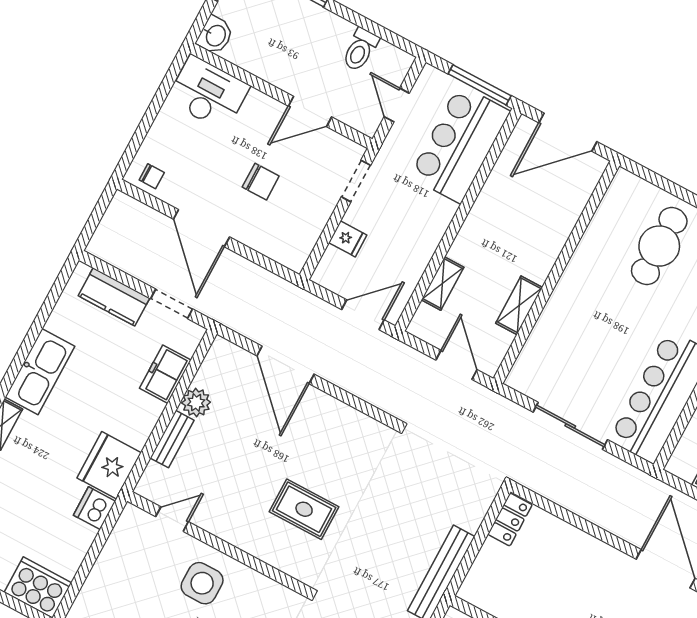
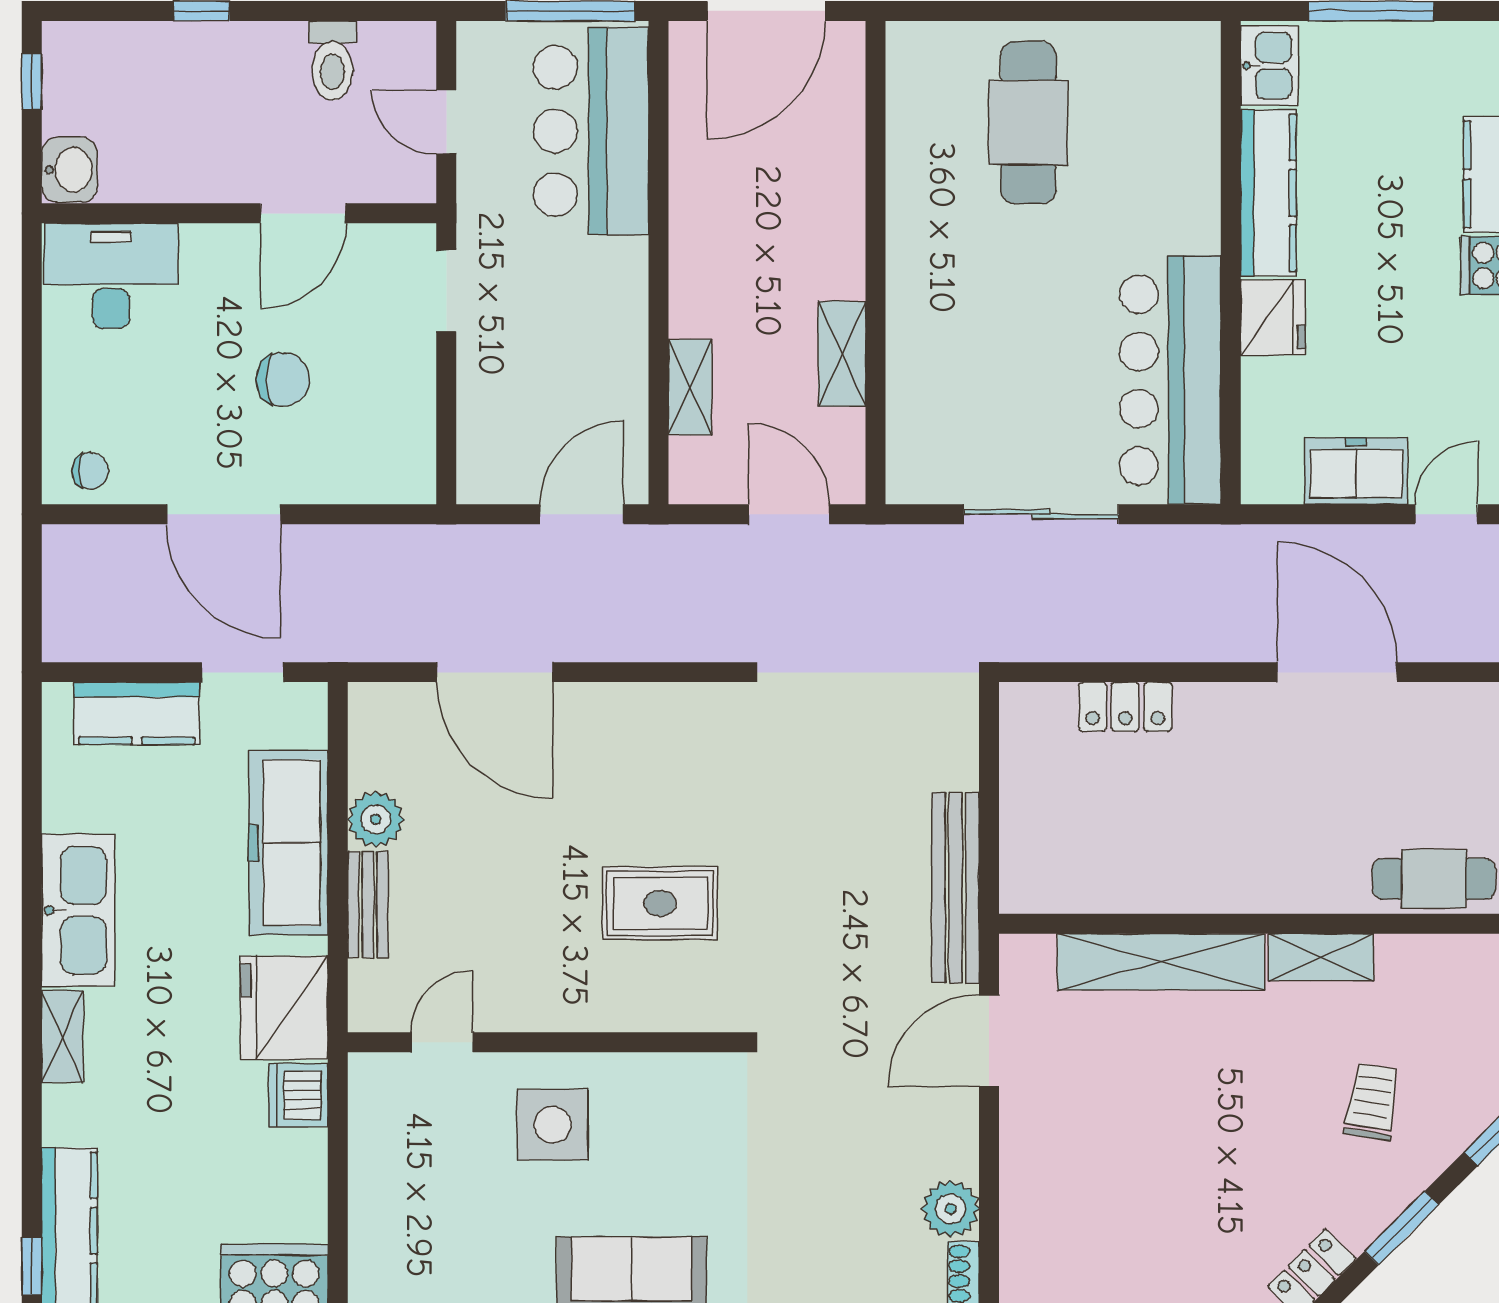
fridge: (348, 239) -> (486, 398), removed
freezer: (165, 374) -> (288, 843), width x1.91, depth x1.26
locker: (510, 519) -> (1125, 707), moved, turned 90

